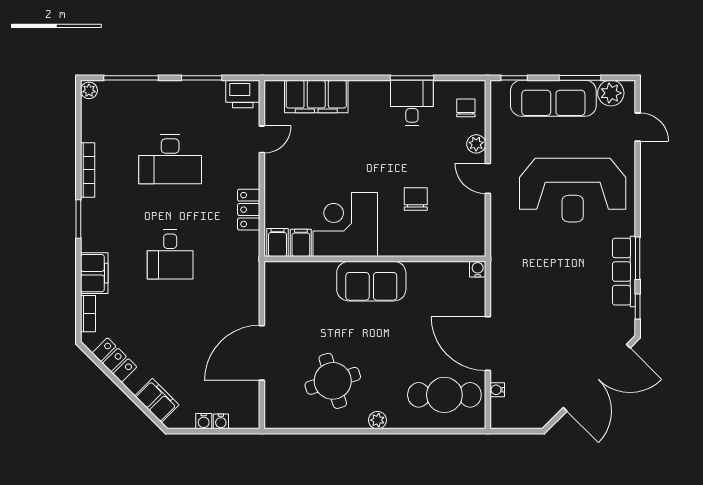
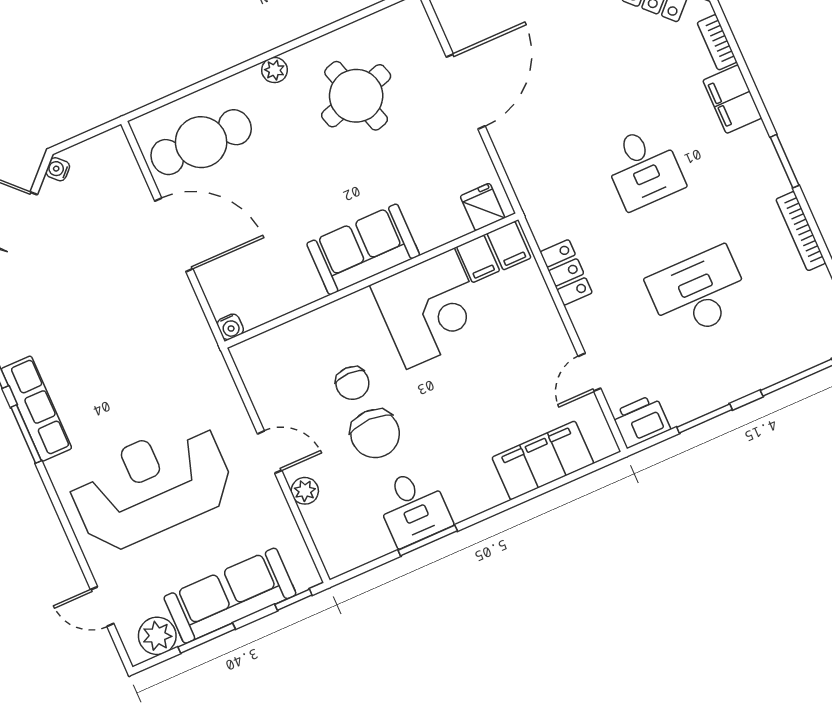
chair: (466, 108) -> (375, 434), moved, width x1.87, depth x1.87
desk: (170, 254) -> (643, 168), turned 180
fridge: (283, 275) -> (483, 207), added
water cooler: (497, 390) -> (58, 169), moved, turned -135

